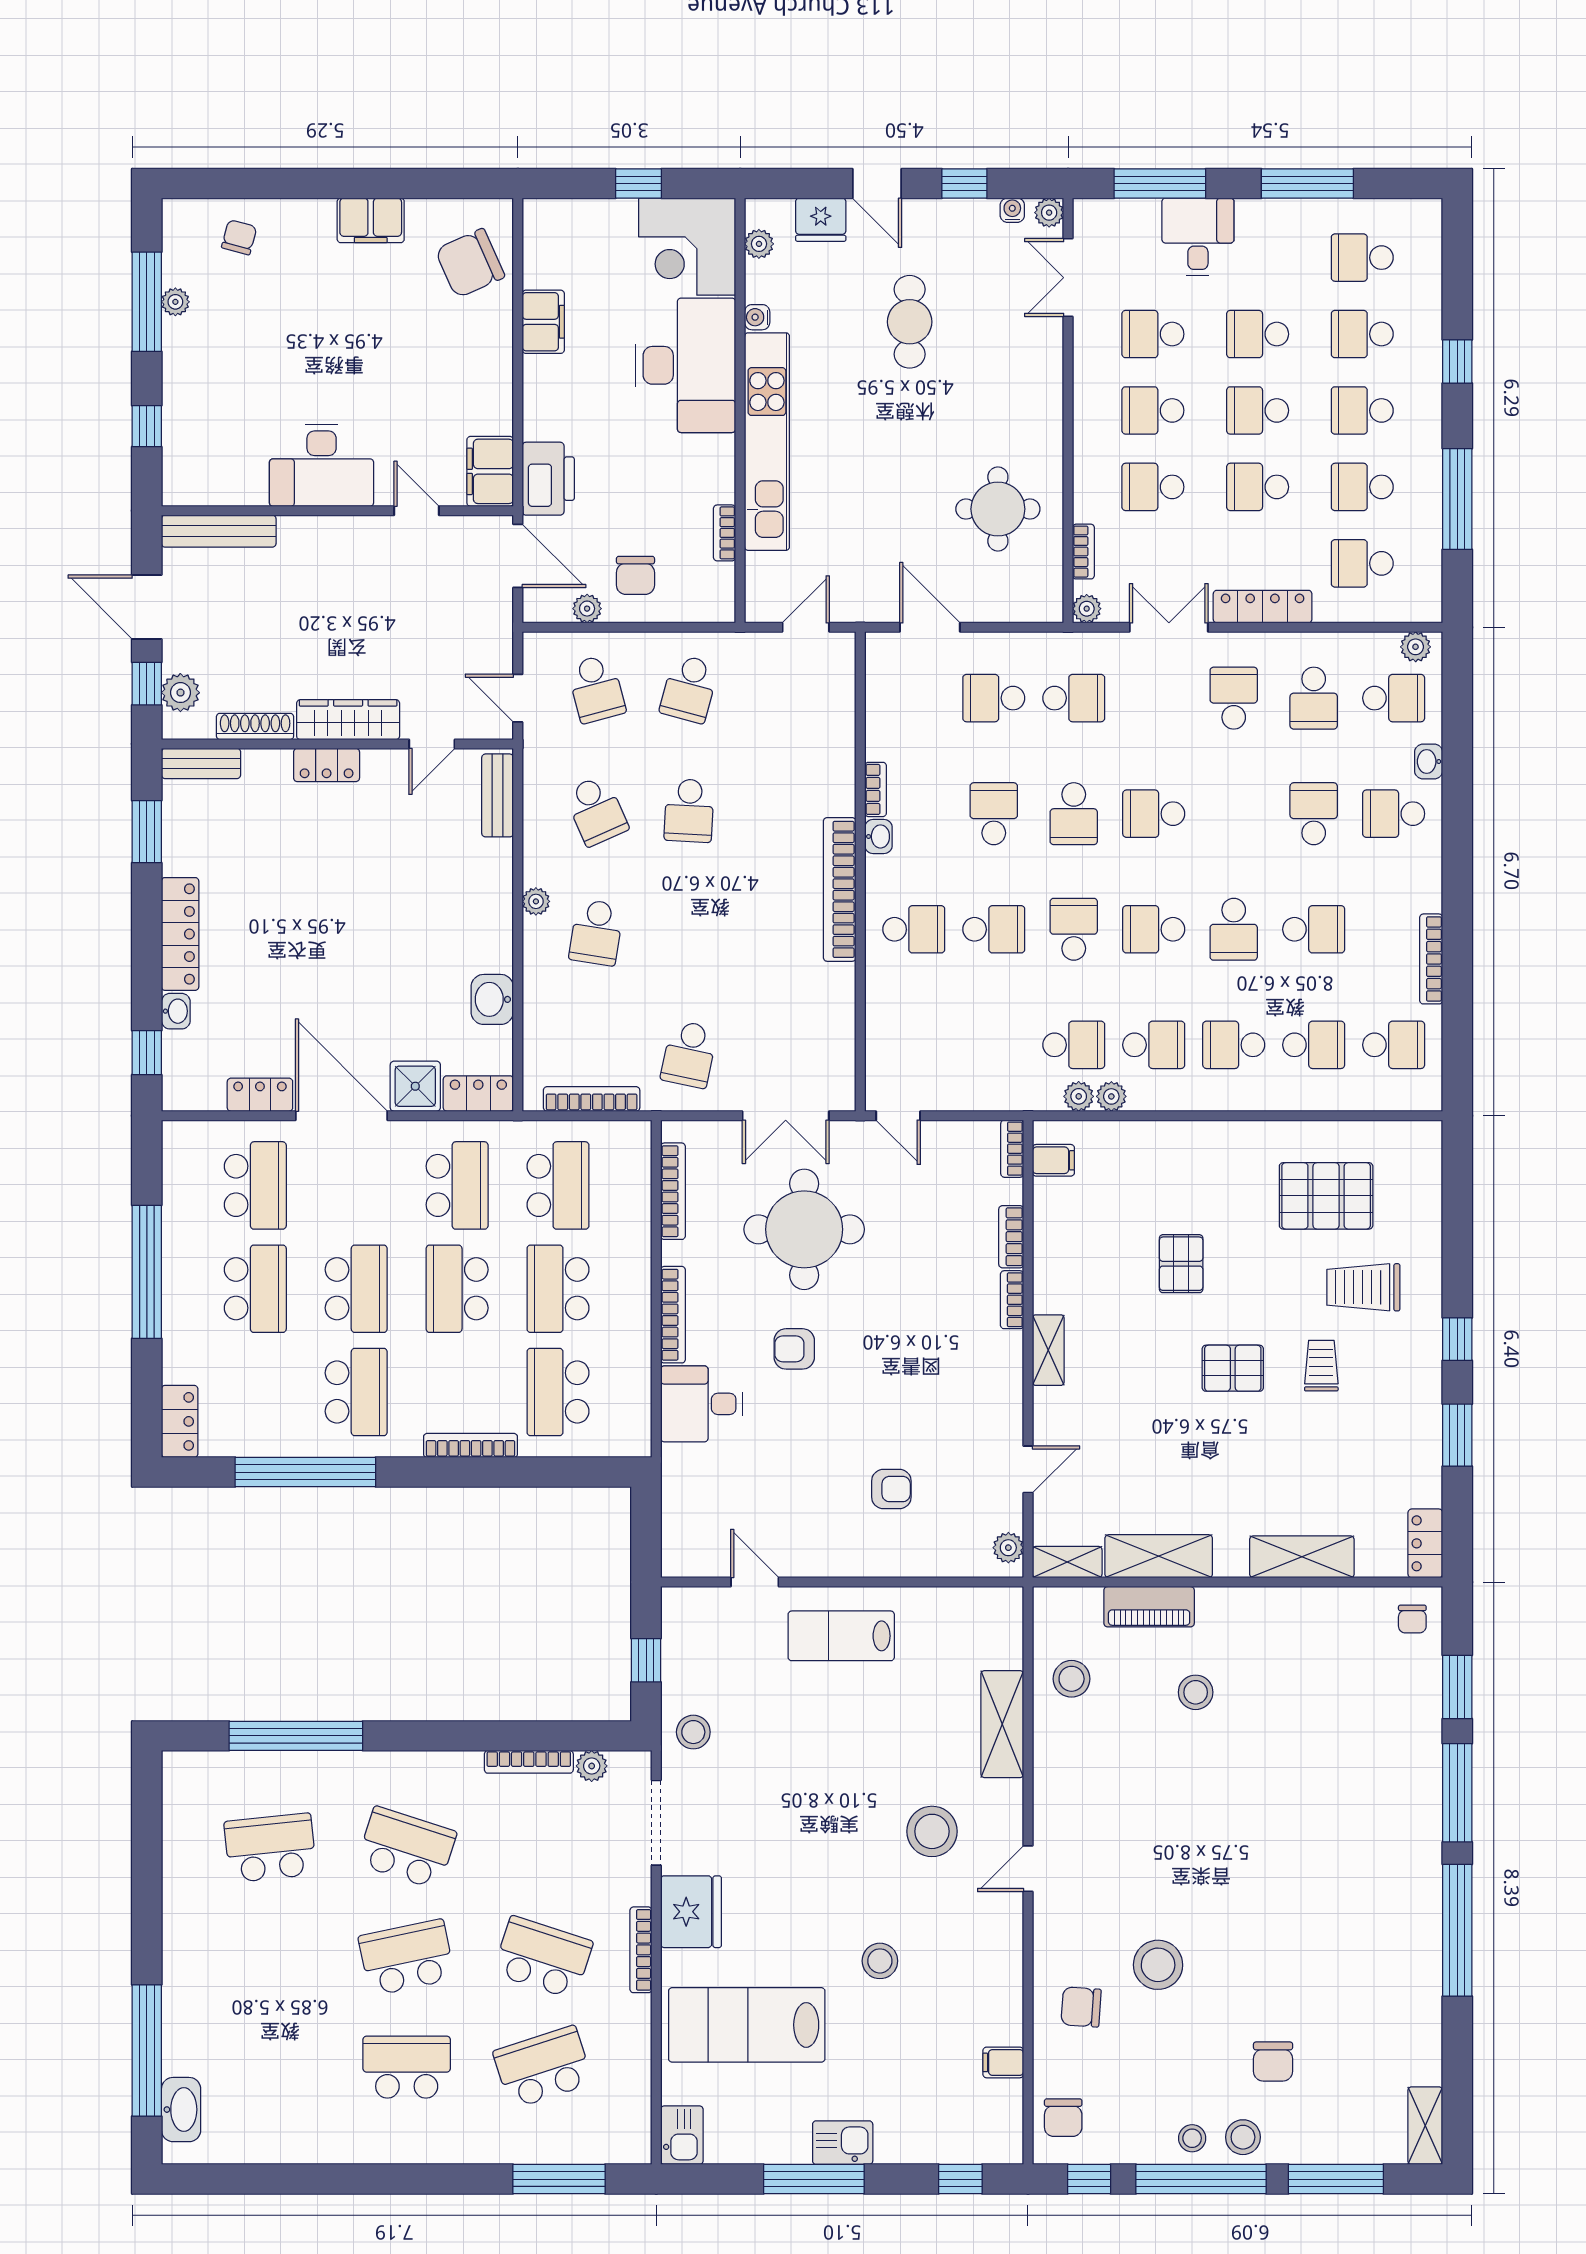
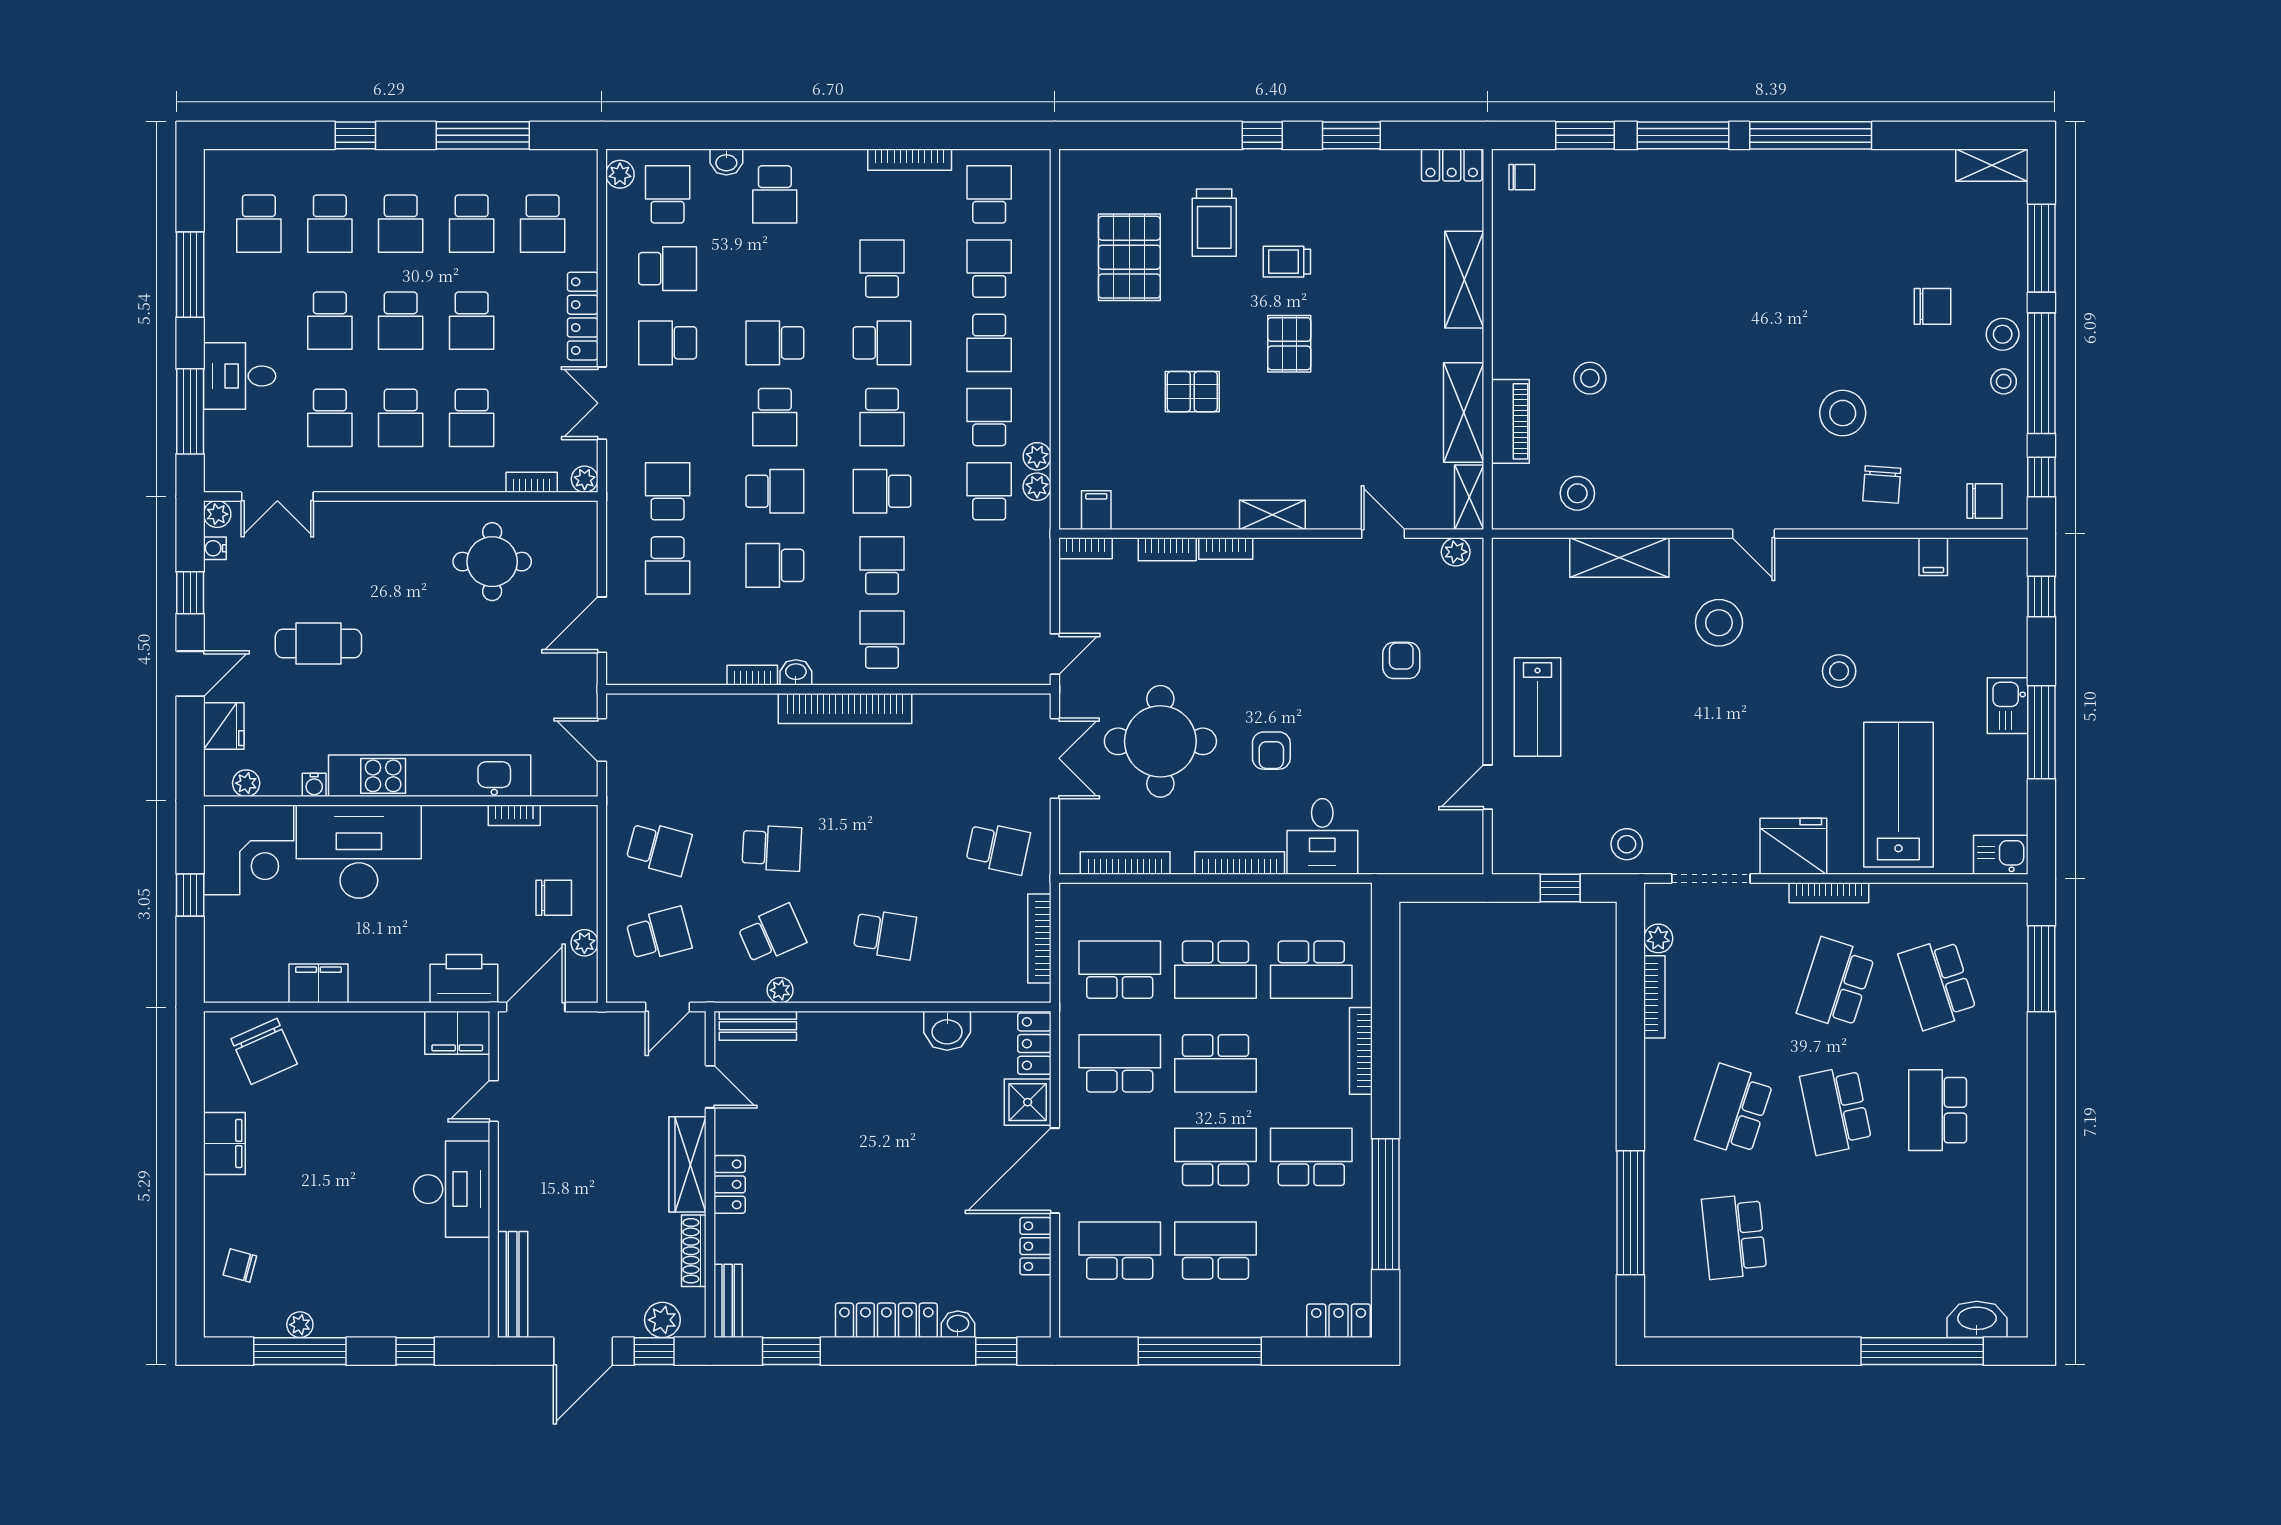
school desk: (1314, 814) -> (775, 343), moved
plant: (536, 901) -> (780, 990), moved
lab bench: (747, 2025) -> (1898, 795), turned 180

